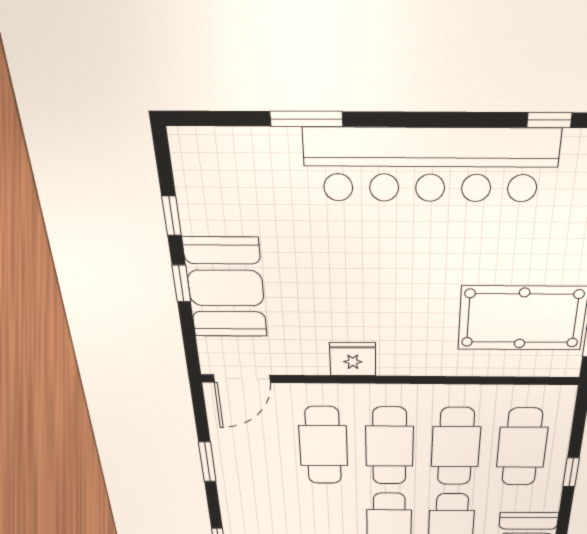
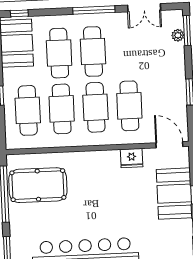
fridge: (353, 359) -> (132, 158), moved
door: (242, 379) -> (169, 145), hinge flipped

